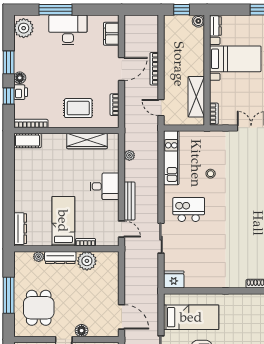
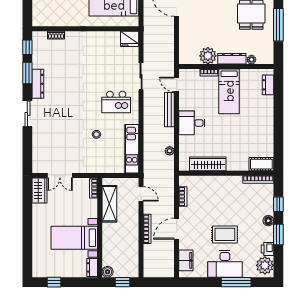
printer: (21, 92) -> (268, 249), moved
rug: (78, 108) -> (225, 234), moved
dresser: (20, 229) -> (268, 85), width x0.70

